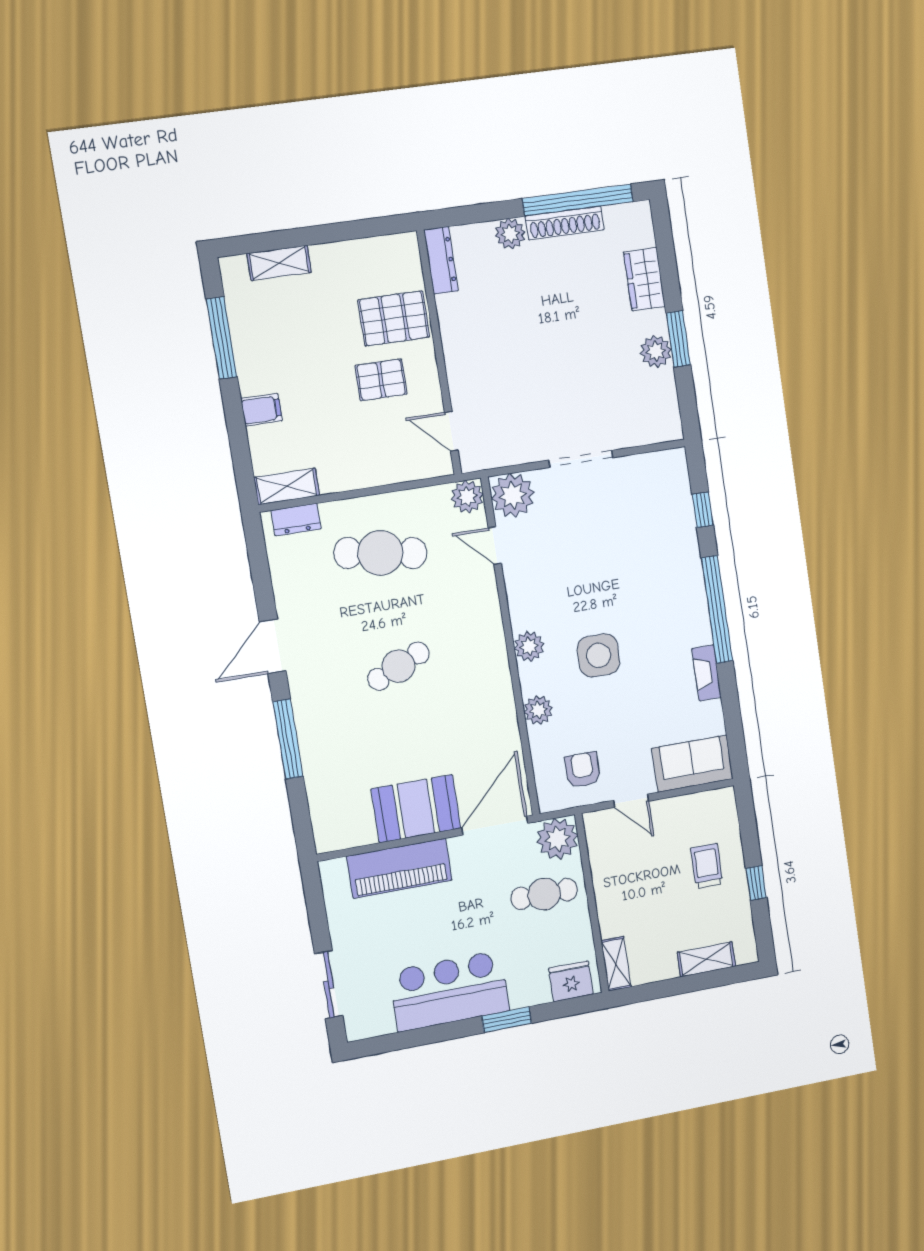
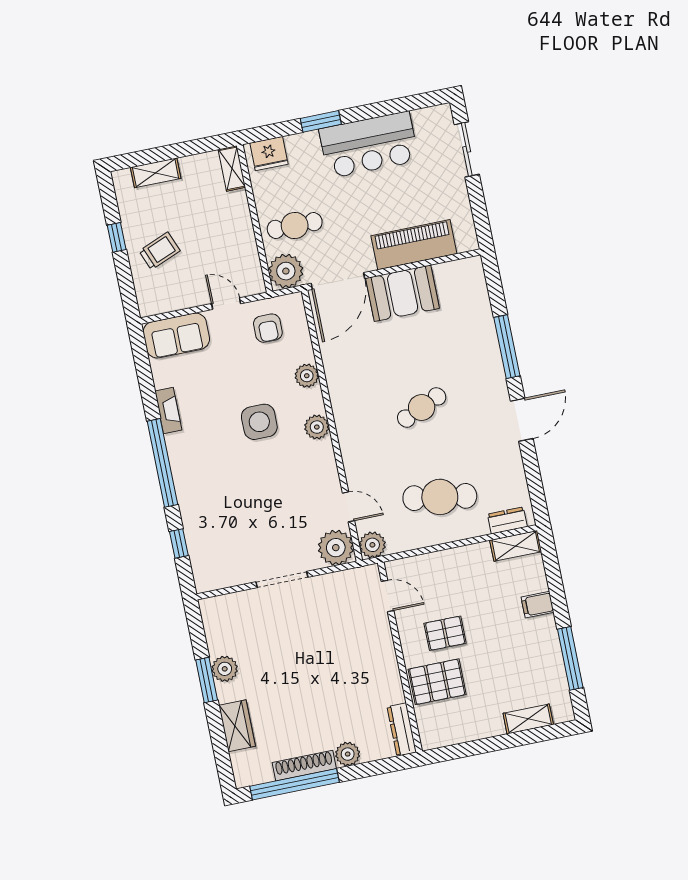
trolley: (707, 866) -> (160, 251), turned -112

